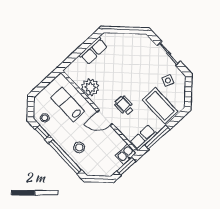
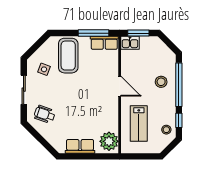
plant: (90, 87) -> (109, 141), moved
wheelchair: (124, 106) -> (45, 114), moved, turned 109

